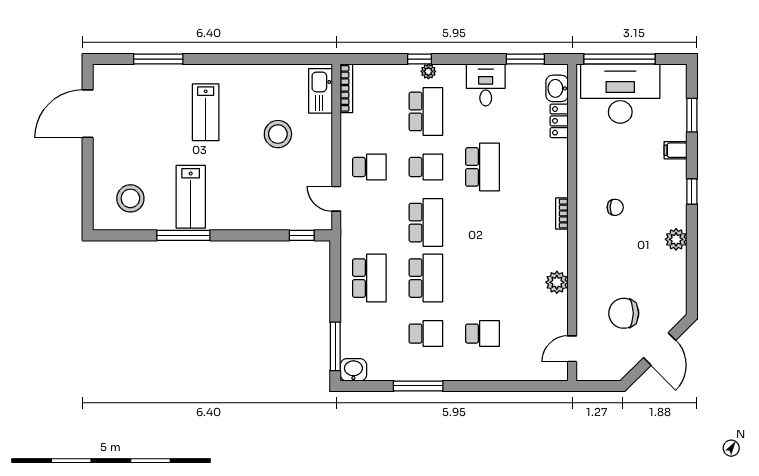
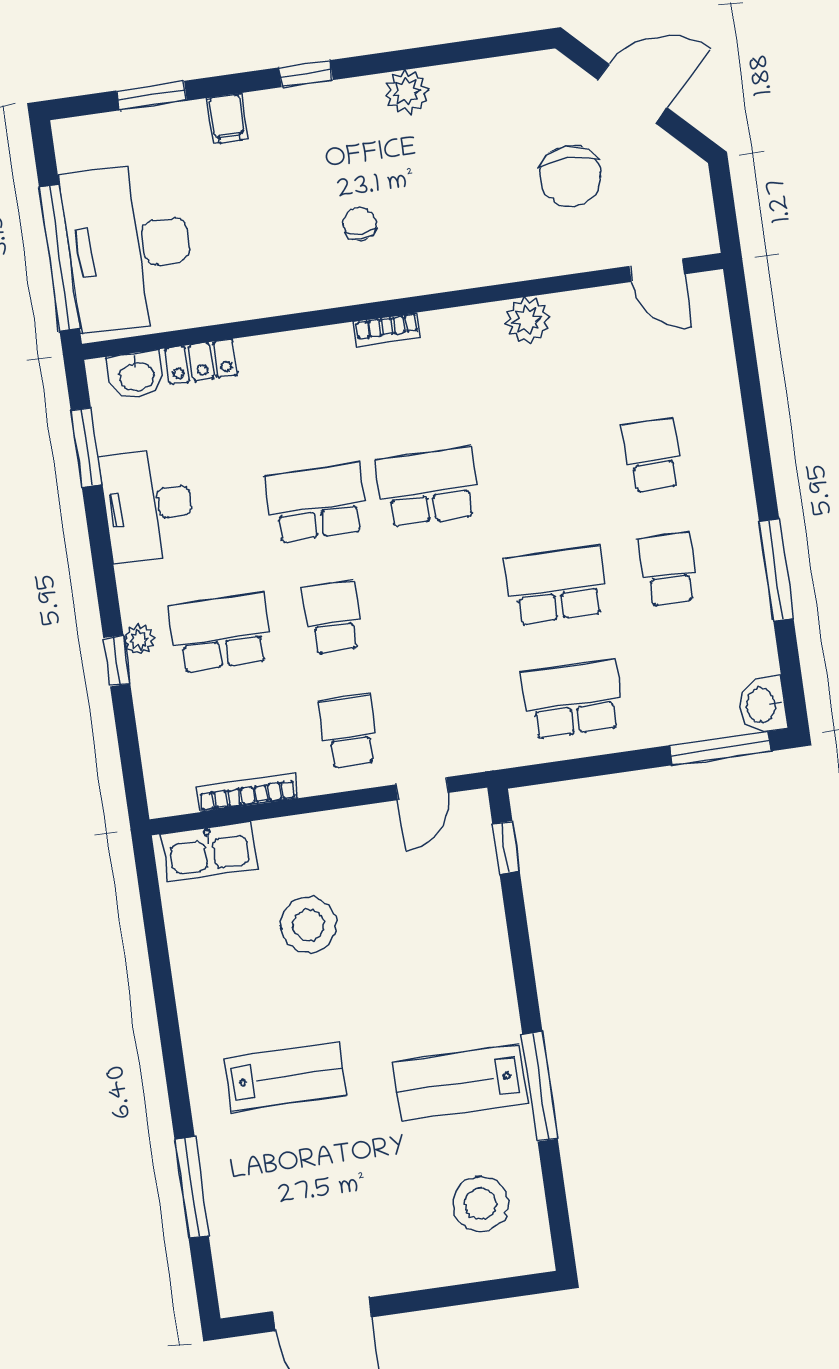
desk: (486, 85) -> (148, 505), width x1.37
bookcase: (346, 88) -> (247, 793), moved
lab bench: (191, 197) -> (460, 1083), turned 180
school desk: (426, 223) -> (428, 487), moved

